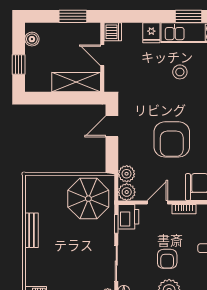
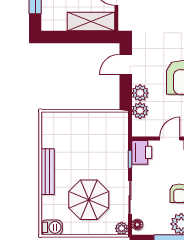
plant: (127, 192) -> (140, 93), moved
parasol: (88, 199) -> (89, 200), moved
bench: (32, 230) -> (48, 172), width x1.36

